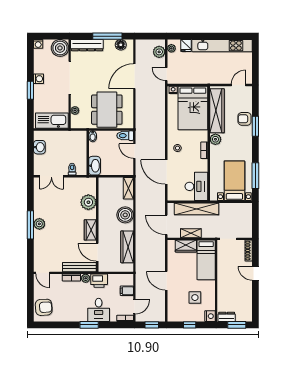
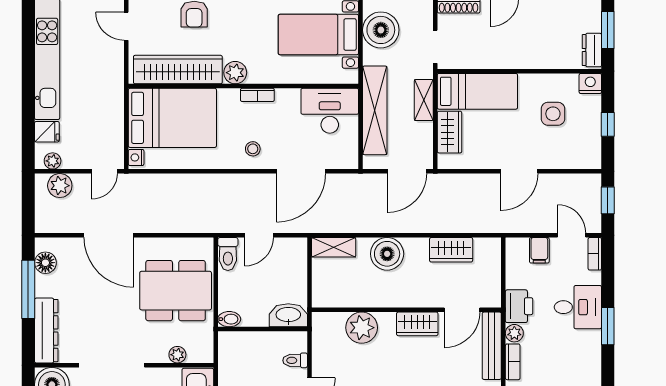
boiler: (237, 212) -> (381, 30), added
shelving: (191, 233) -> (424, 100), moved
wardrobe: (127, 247) -> (451, 250), width x0.67

